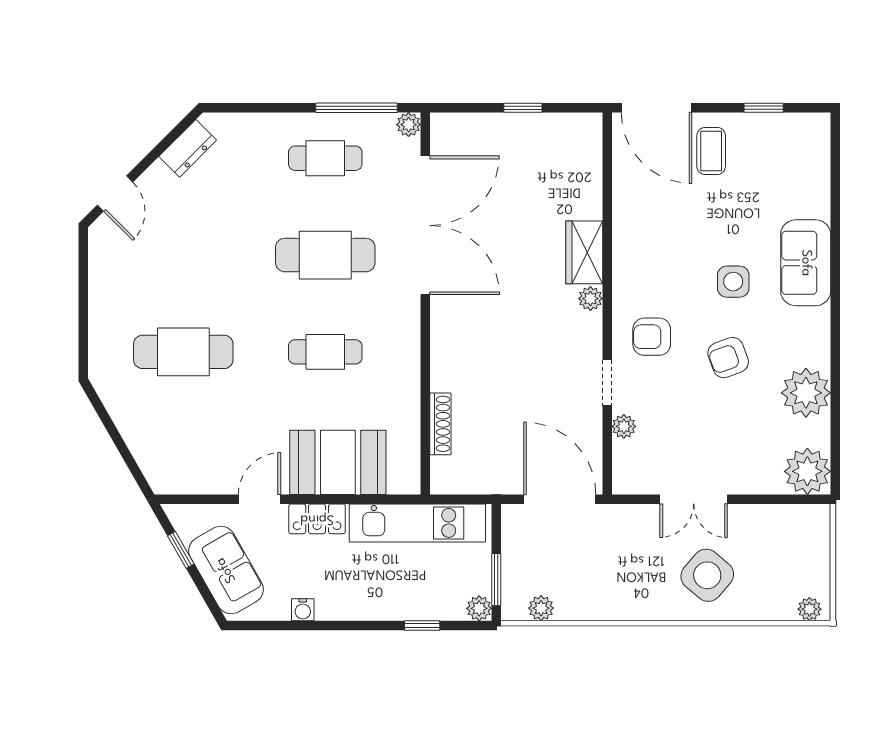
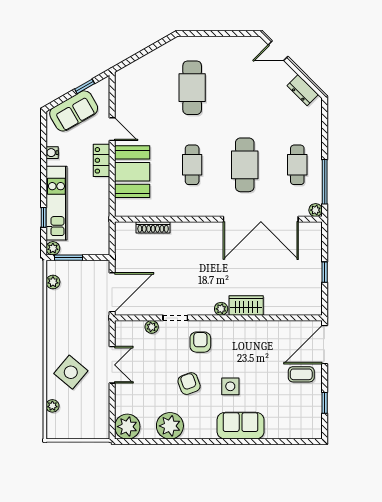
double door: (694, 499) -> (112, 365), swing flipped
kitchen unit: (417, 523) -> (56, 203), moved, turned 180
plant: (809, 609) -> (52, 406), moved

